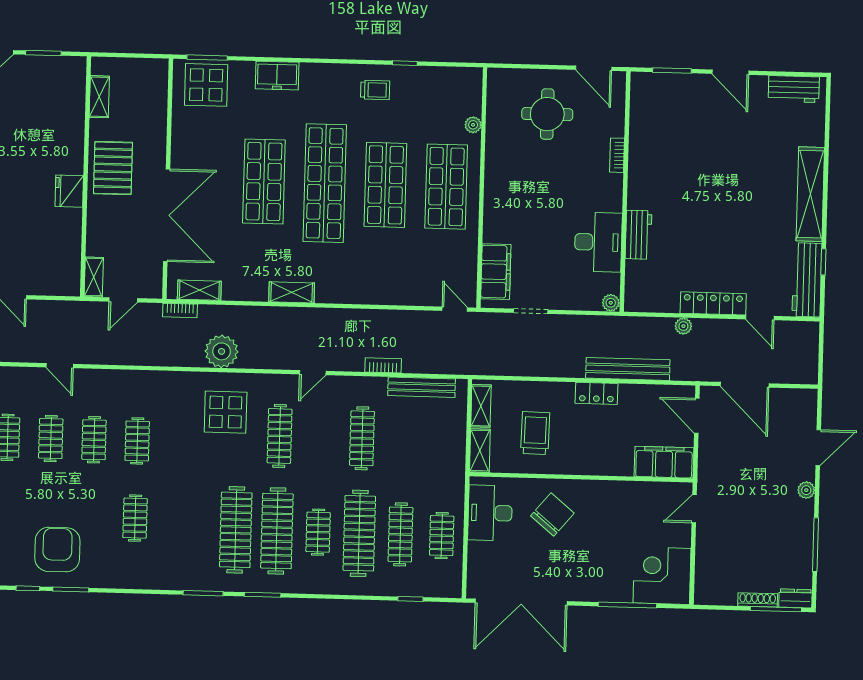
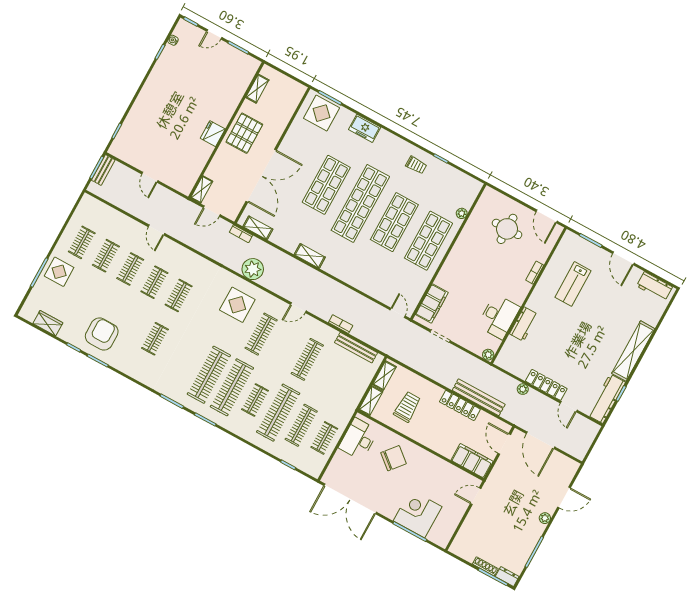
lab bench: (678, 144) -> (573, 284), added
locker: (596, 393) -> (460, 405), width x1.53
corner desk: (662, 576) -> (418, 514), moved

